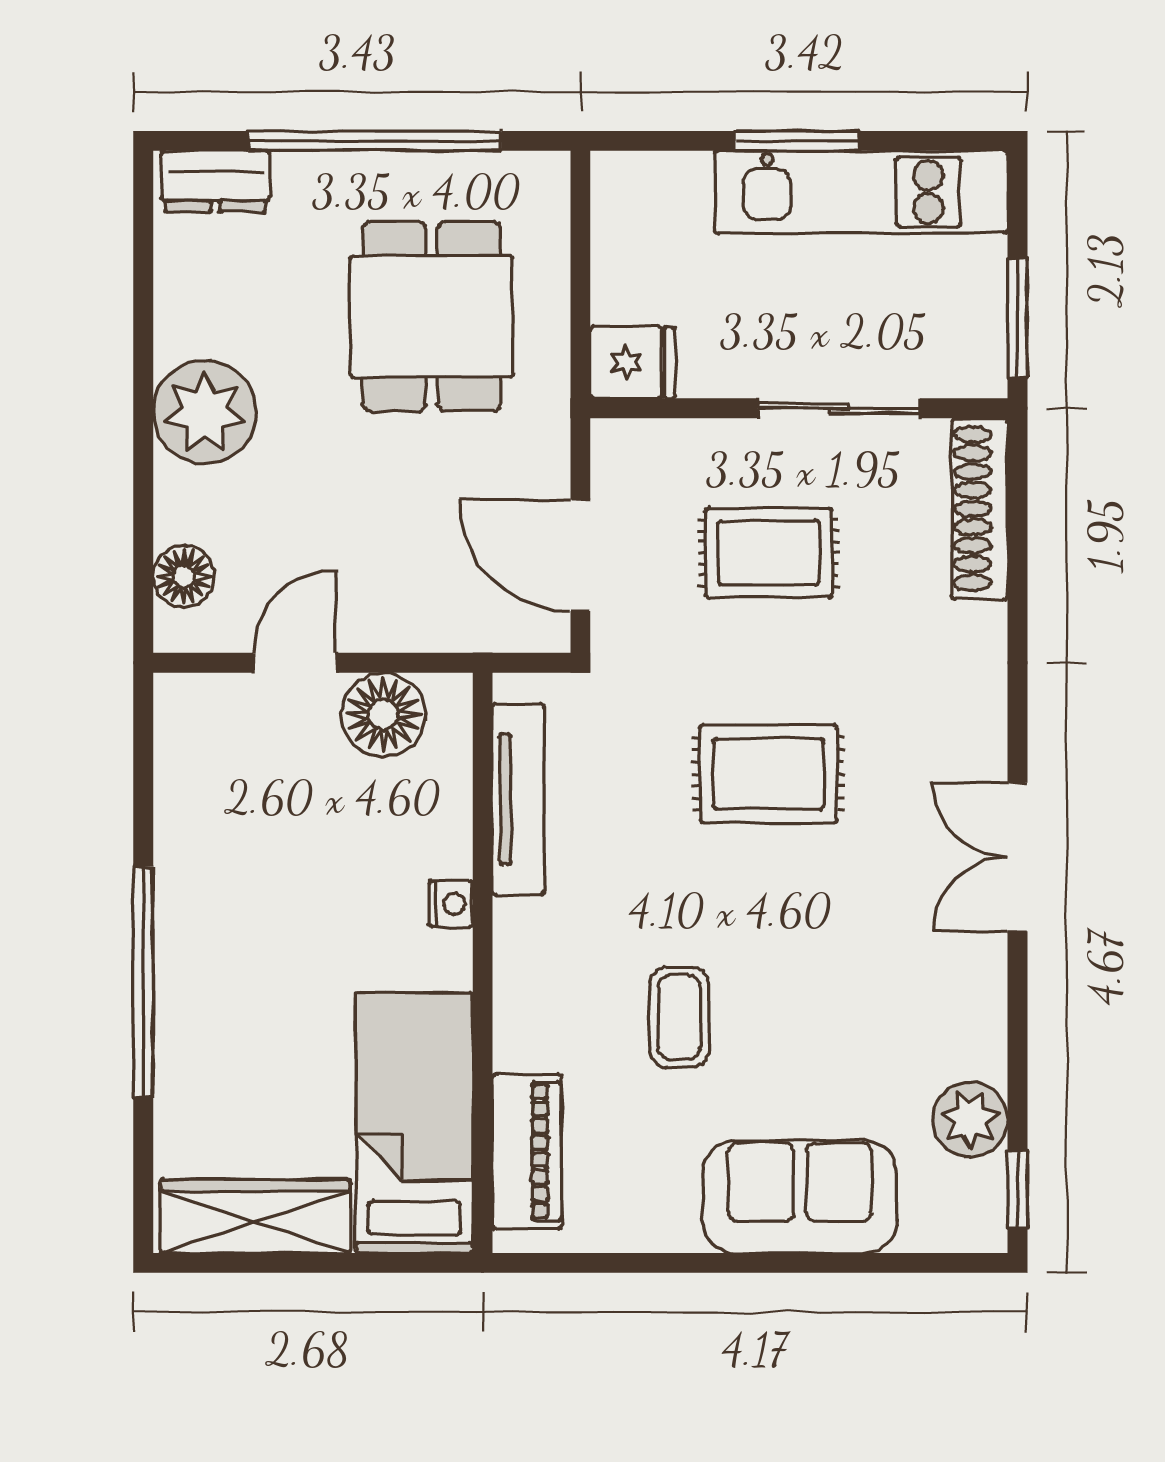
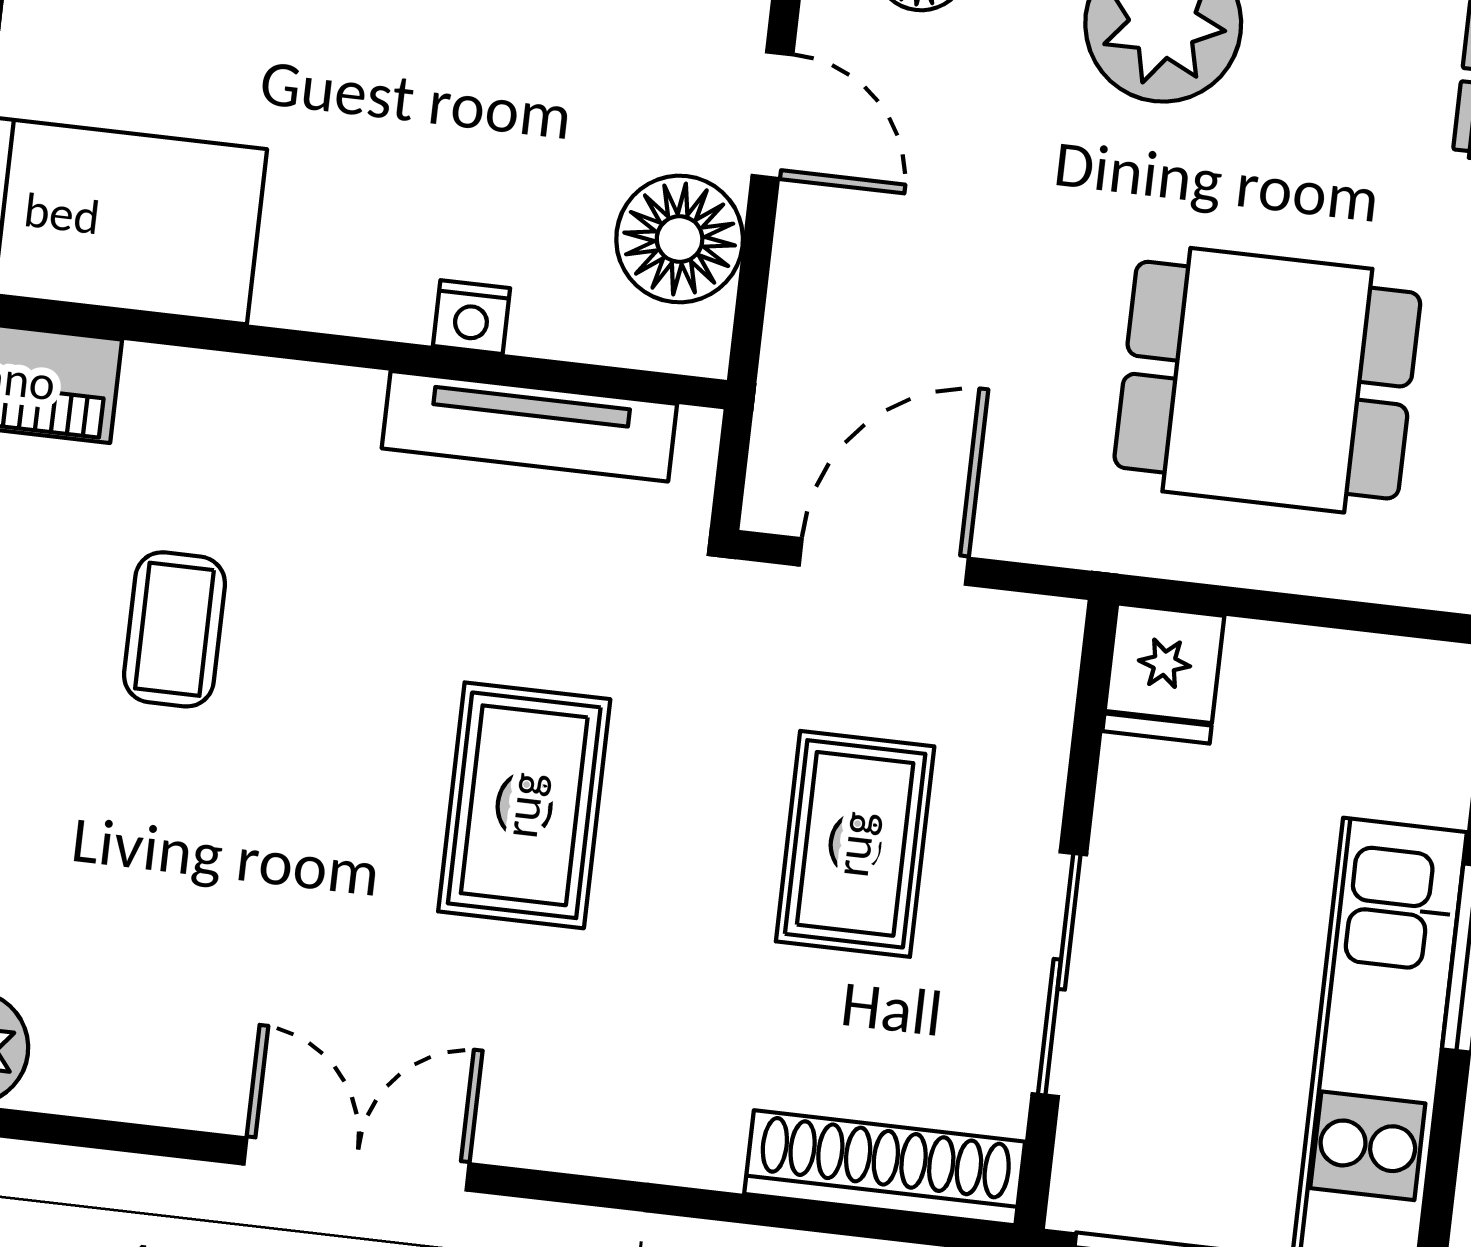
nightstand: (451, 904) -> (472, 317), moved
coffee table: (679, 1018) -> (175, 629), turned 90

